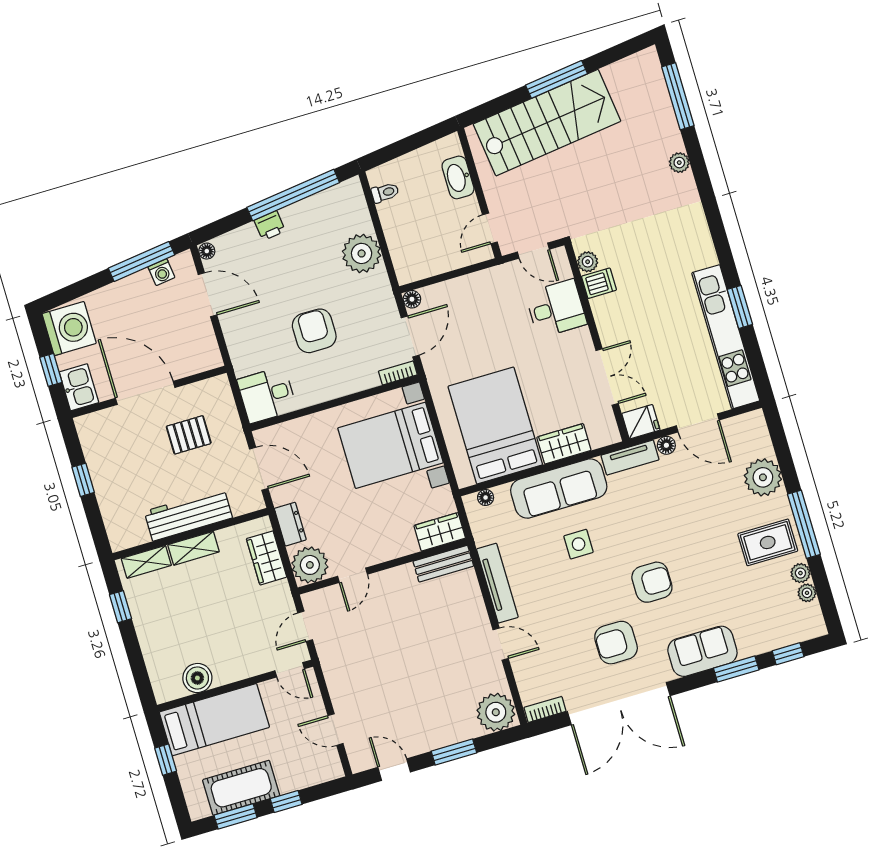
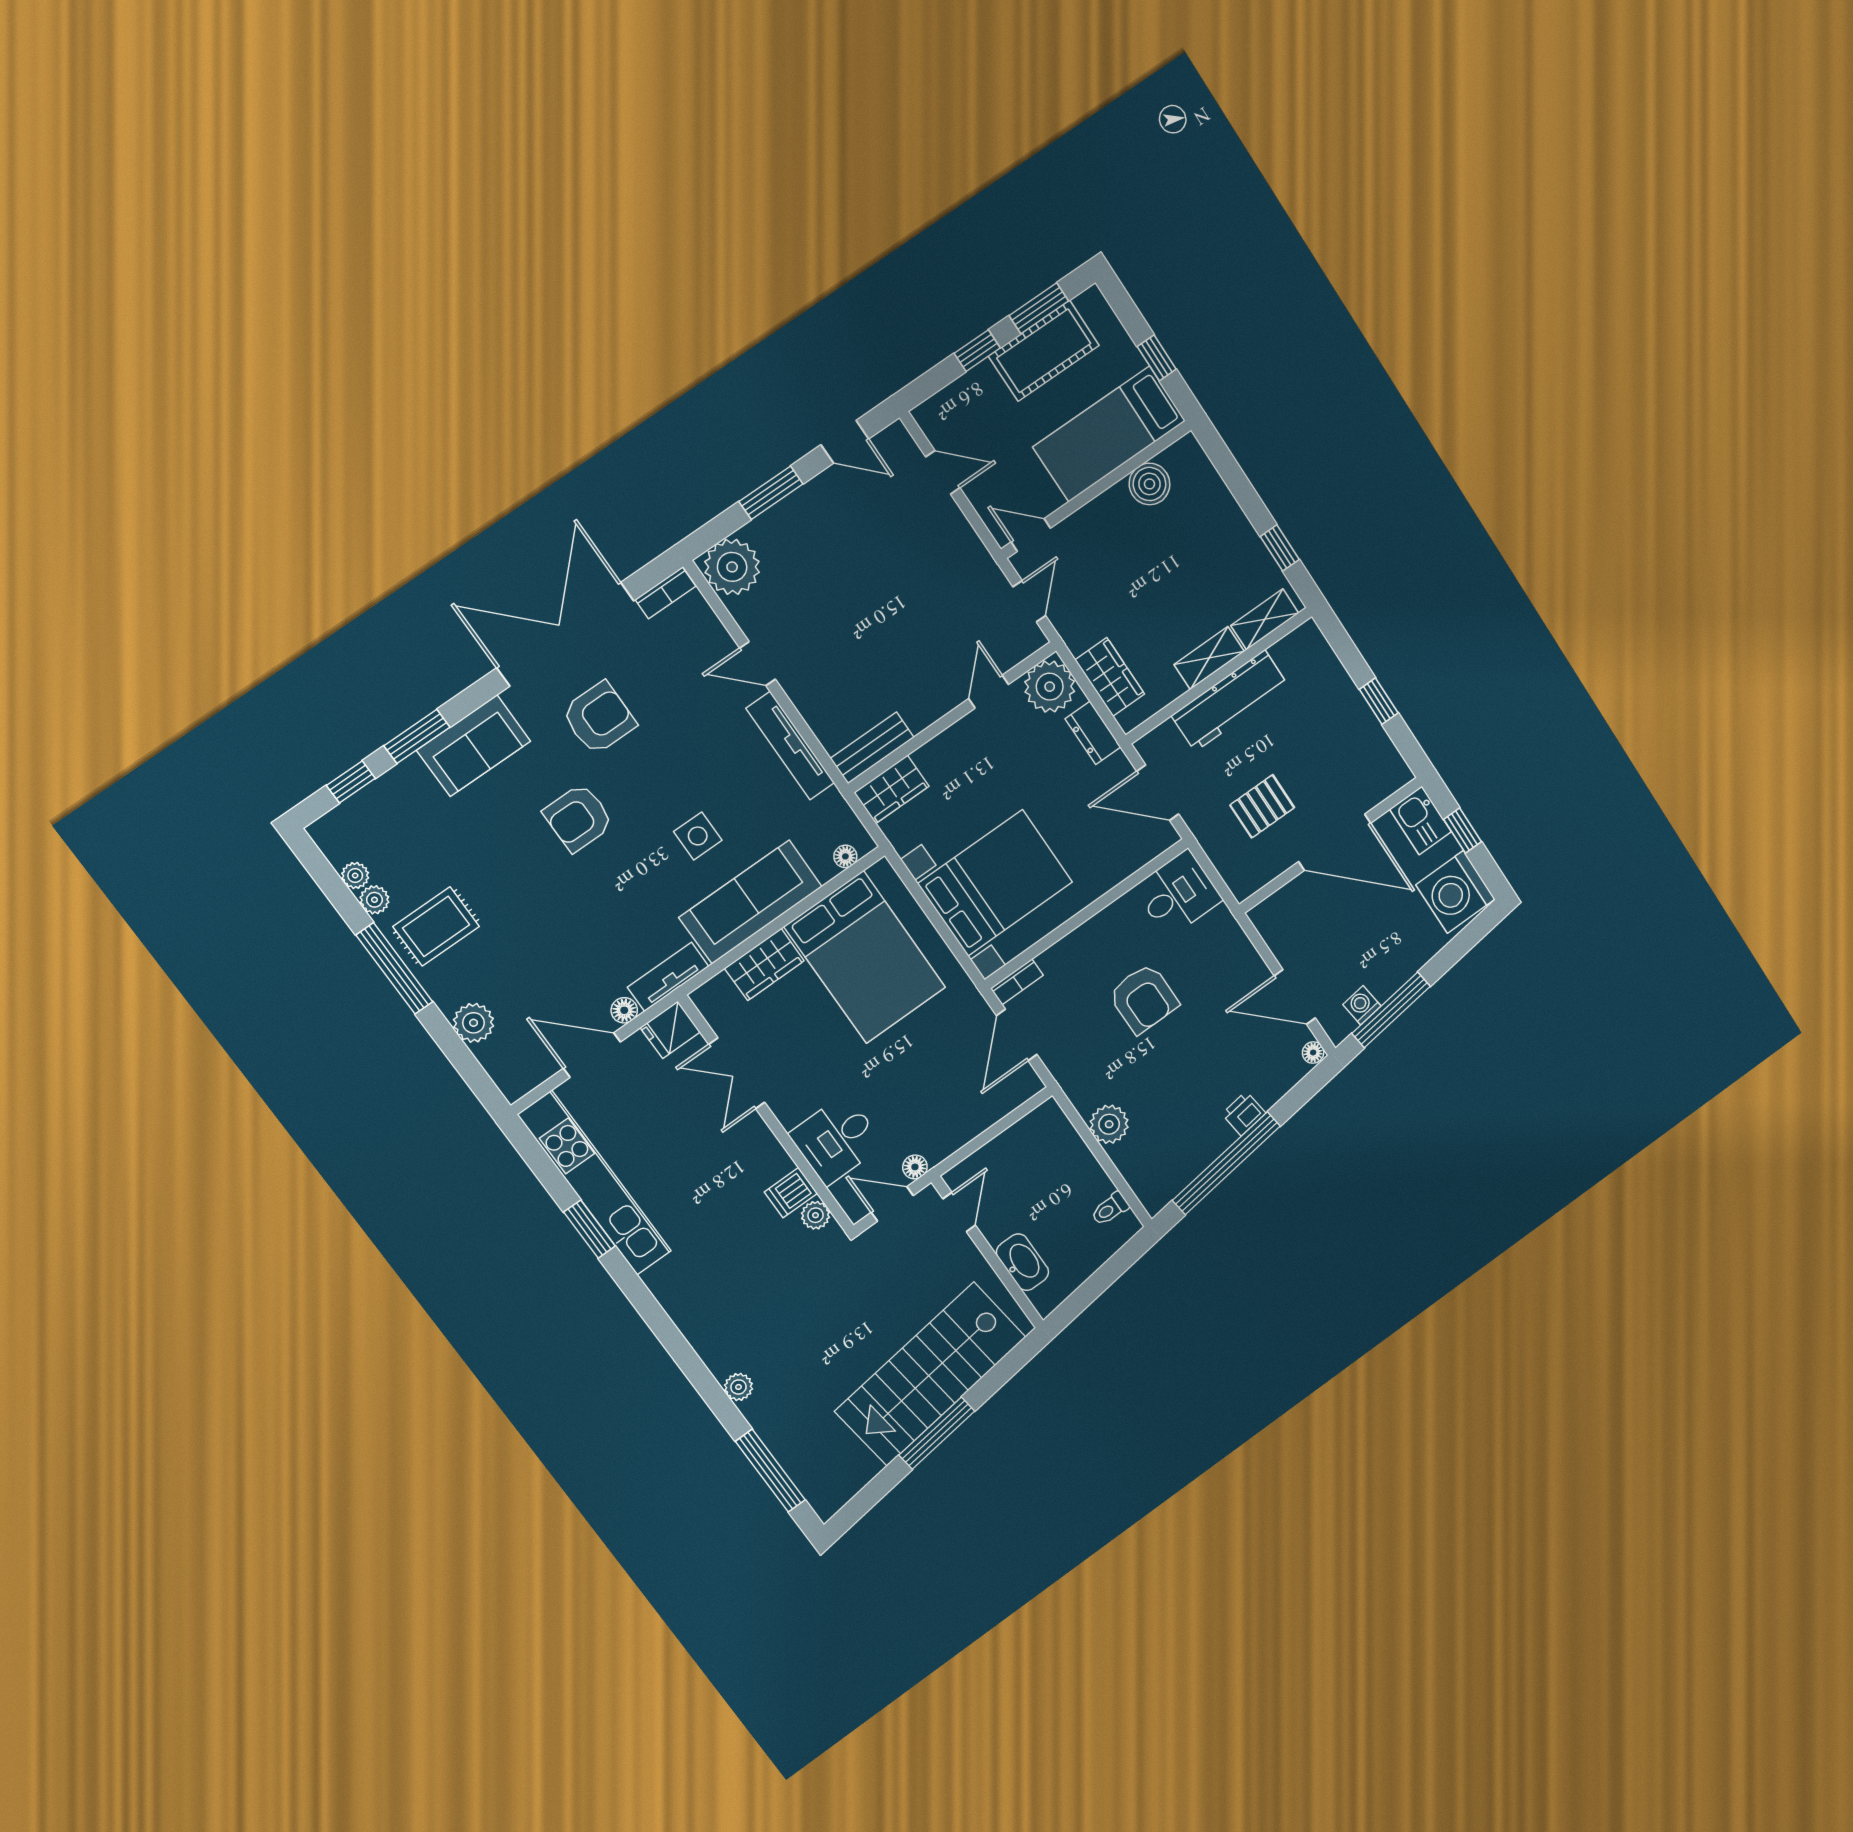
plant: (362, 253) -> (1109, 1124), width x0.73, depth x0.73
floor lamp: (412, 299) -> (915, 1167), moved
plant: (763, 477) -> (474, 1023), width x0.73, depth x0.73

